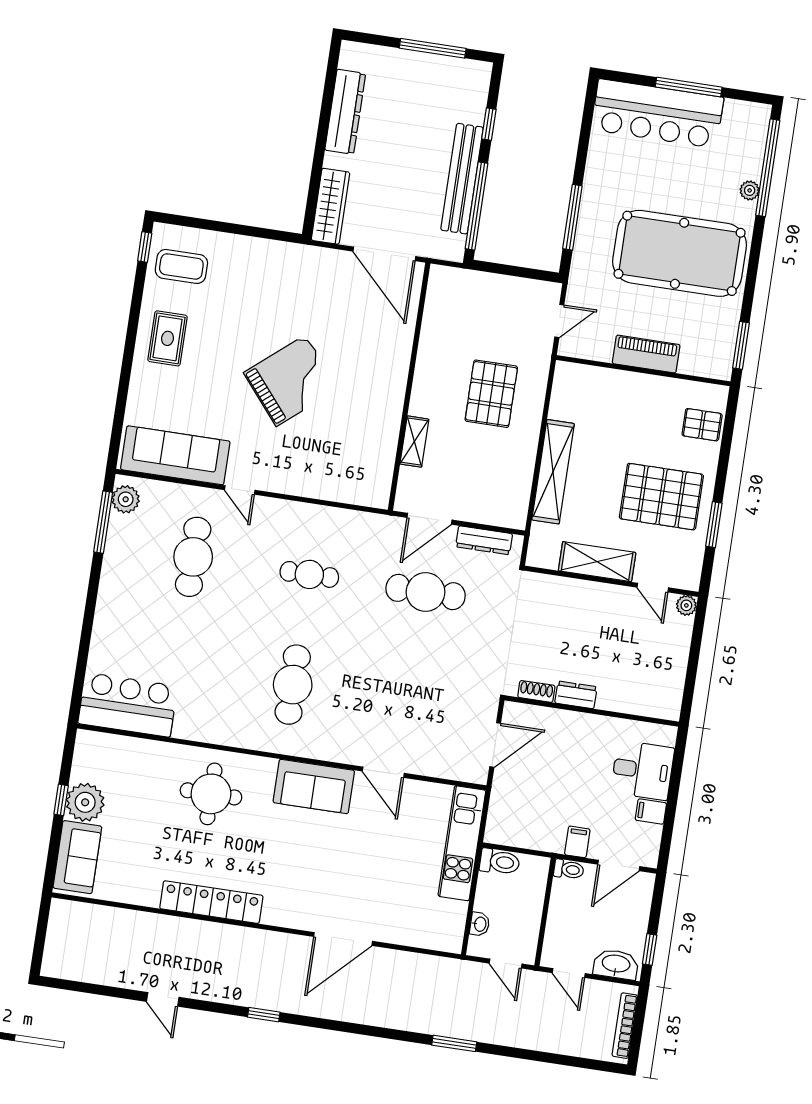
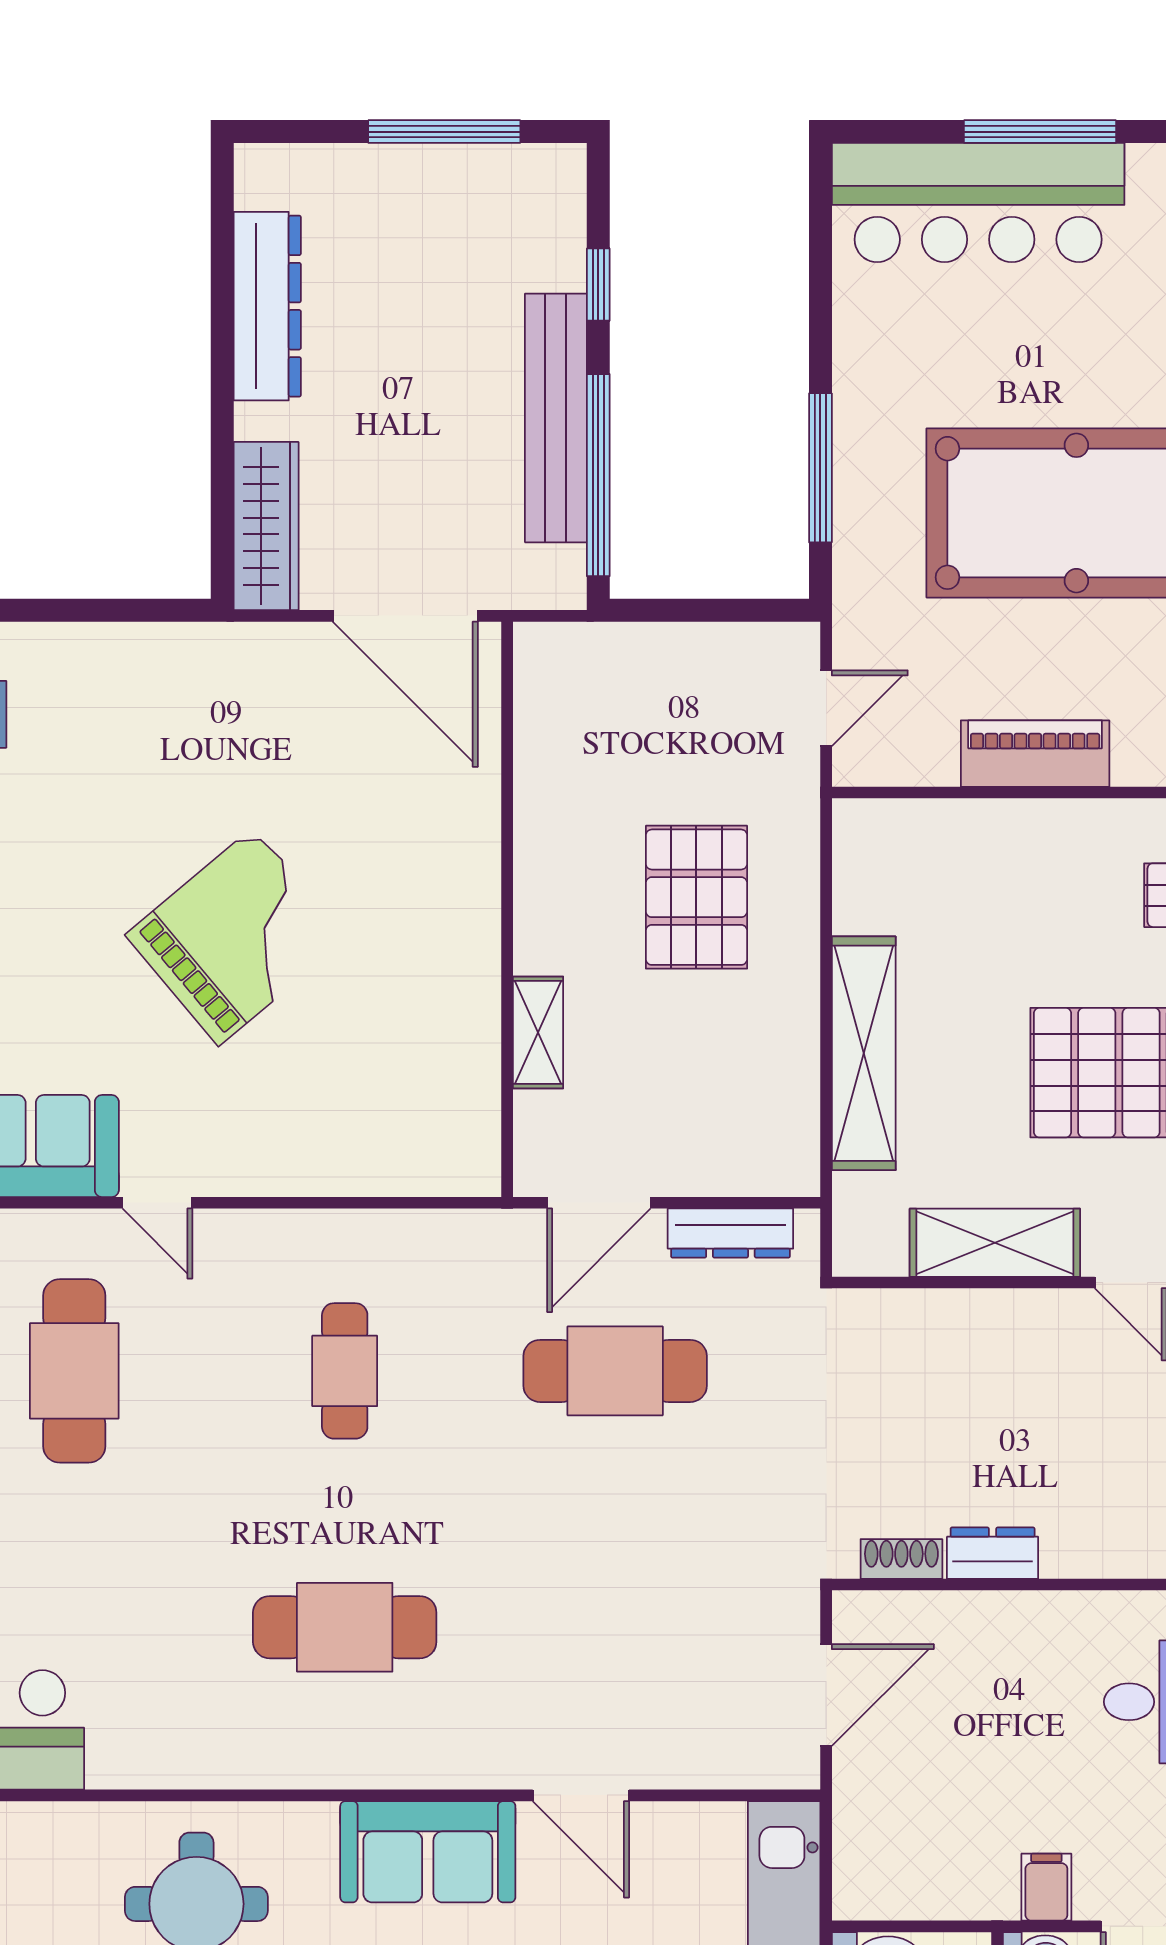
cafe table: (309, 574) -> (345, 1371), turned 90
cafe table: (293, 685) -> (345, 1627), turned 90

